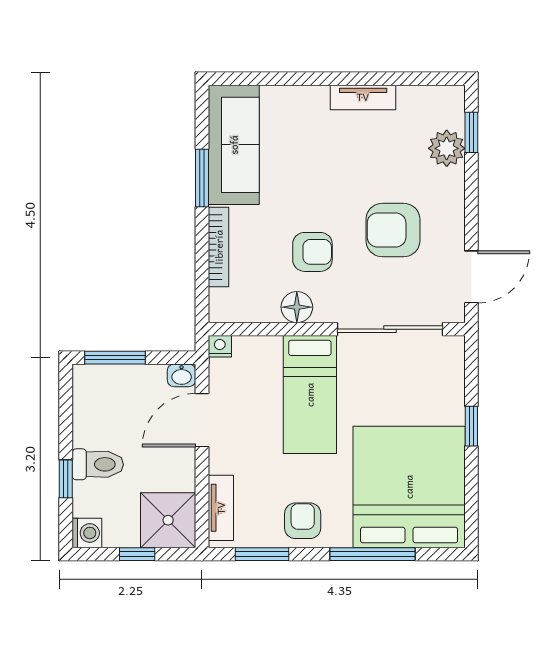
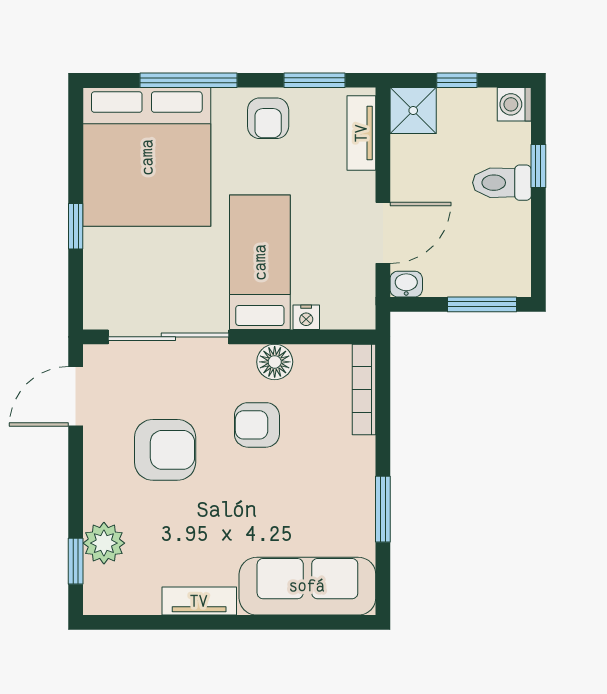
sofa: (234, 145) -> (307, 586), moved, turned 90
bookcase: (219, 247) -> (364, 389), moved
nightstand: (220, 346) -> (306, 317), moved
shower: (168, 520) -> (413, 111), width x0.73, depth x0.73

